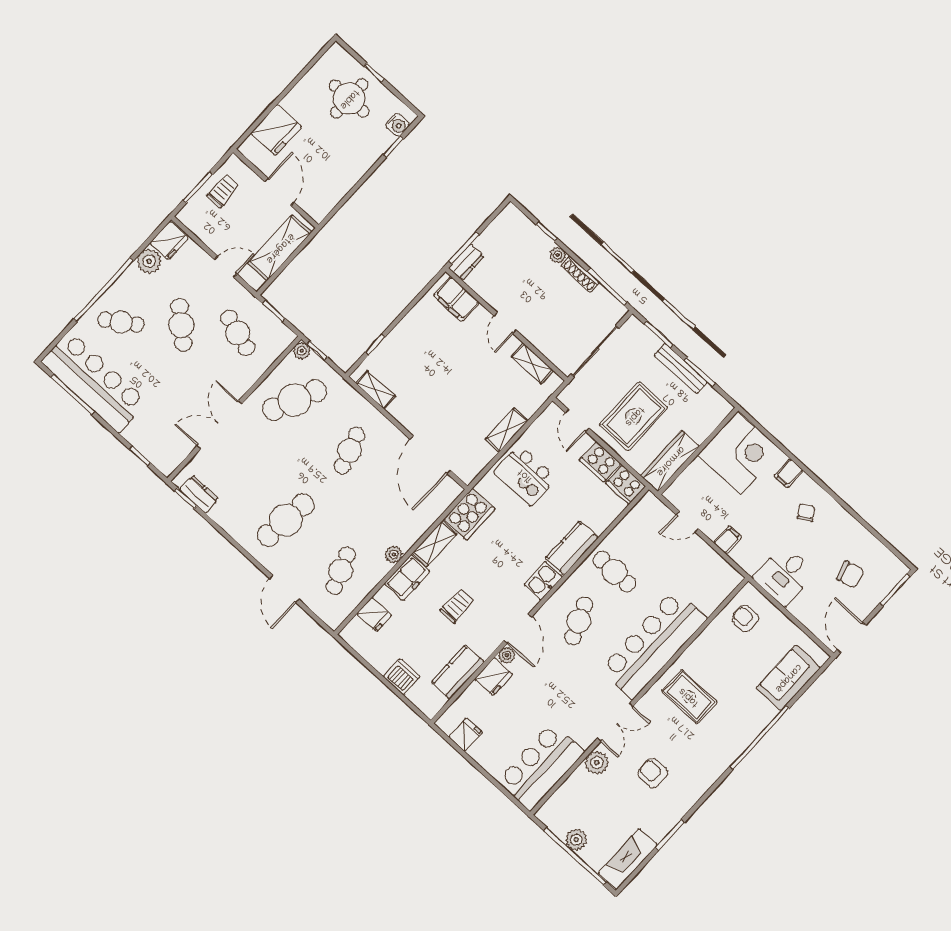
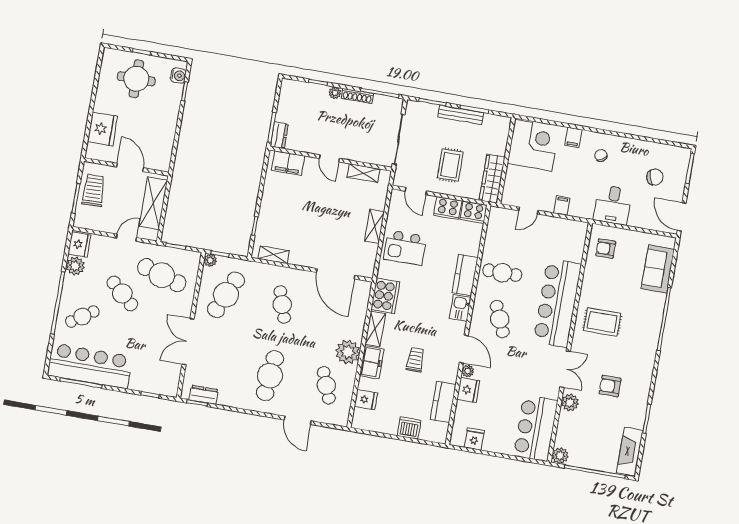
trolley: (223, 191) -> (93, 190), width x1.36, depth x1.39
cafe table: (238, 333) -> (162, 275), width x1.37, depth x1.35
rug: (634, 416) -> (450, 165), width x0.73, depth x0.70
plant: (394, 554) -> (348, 352), width x1.88, depth x1.88
plant: (576, 840) -> (560, 456), moved

